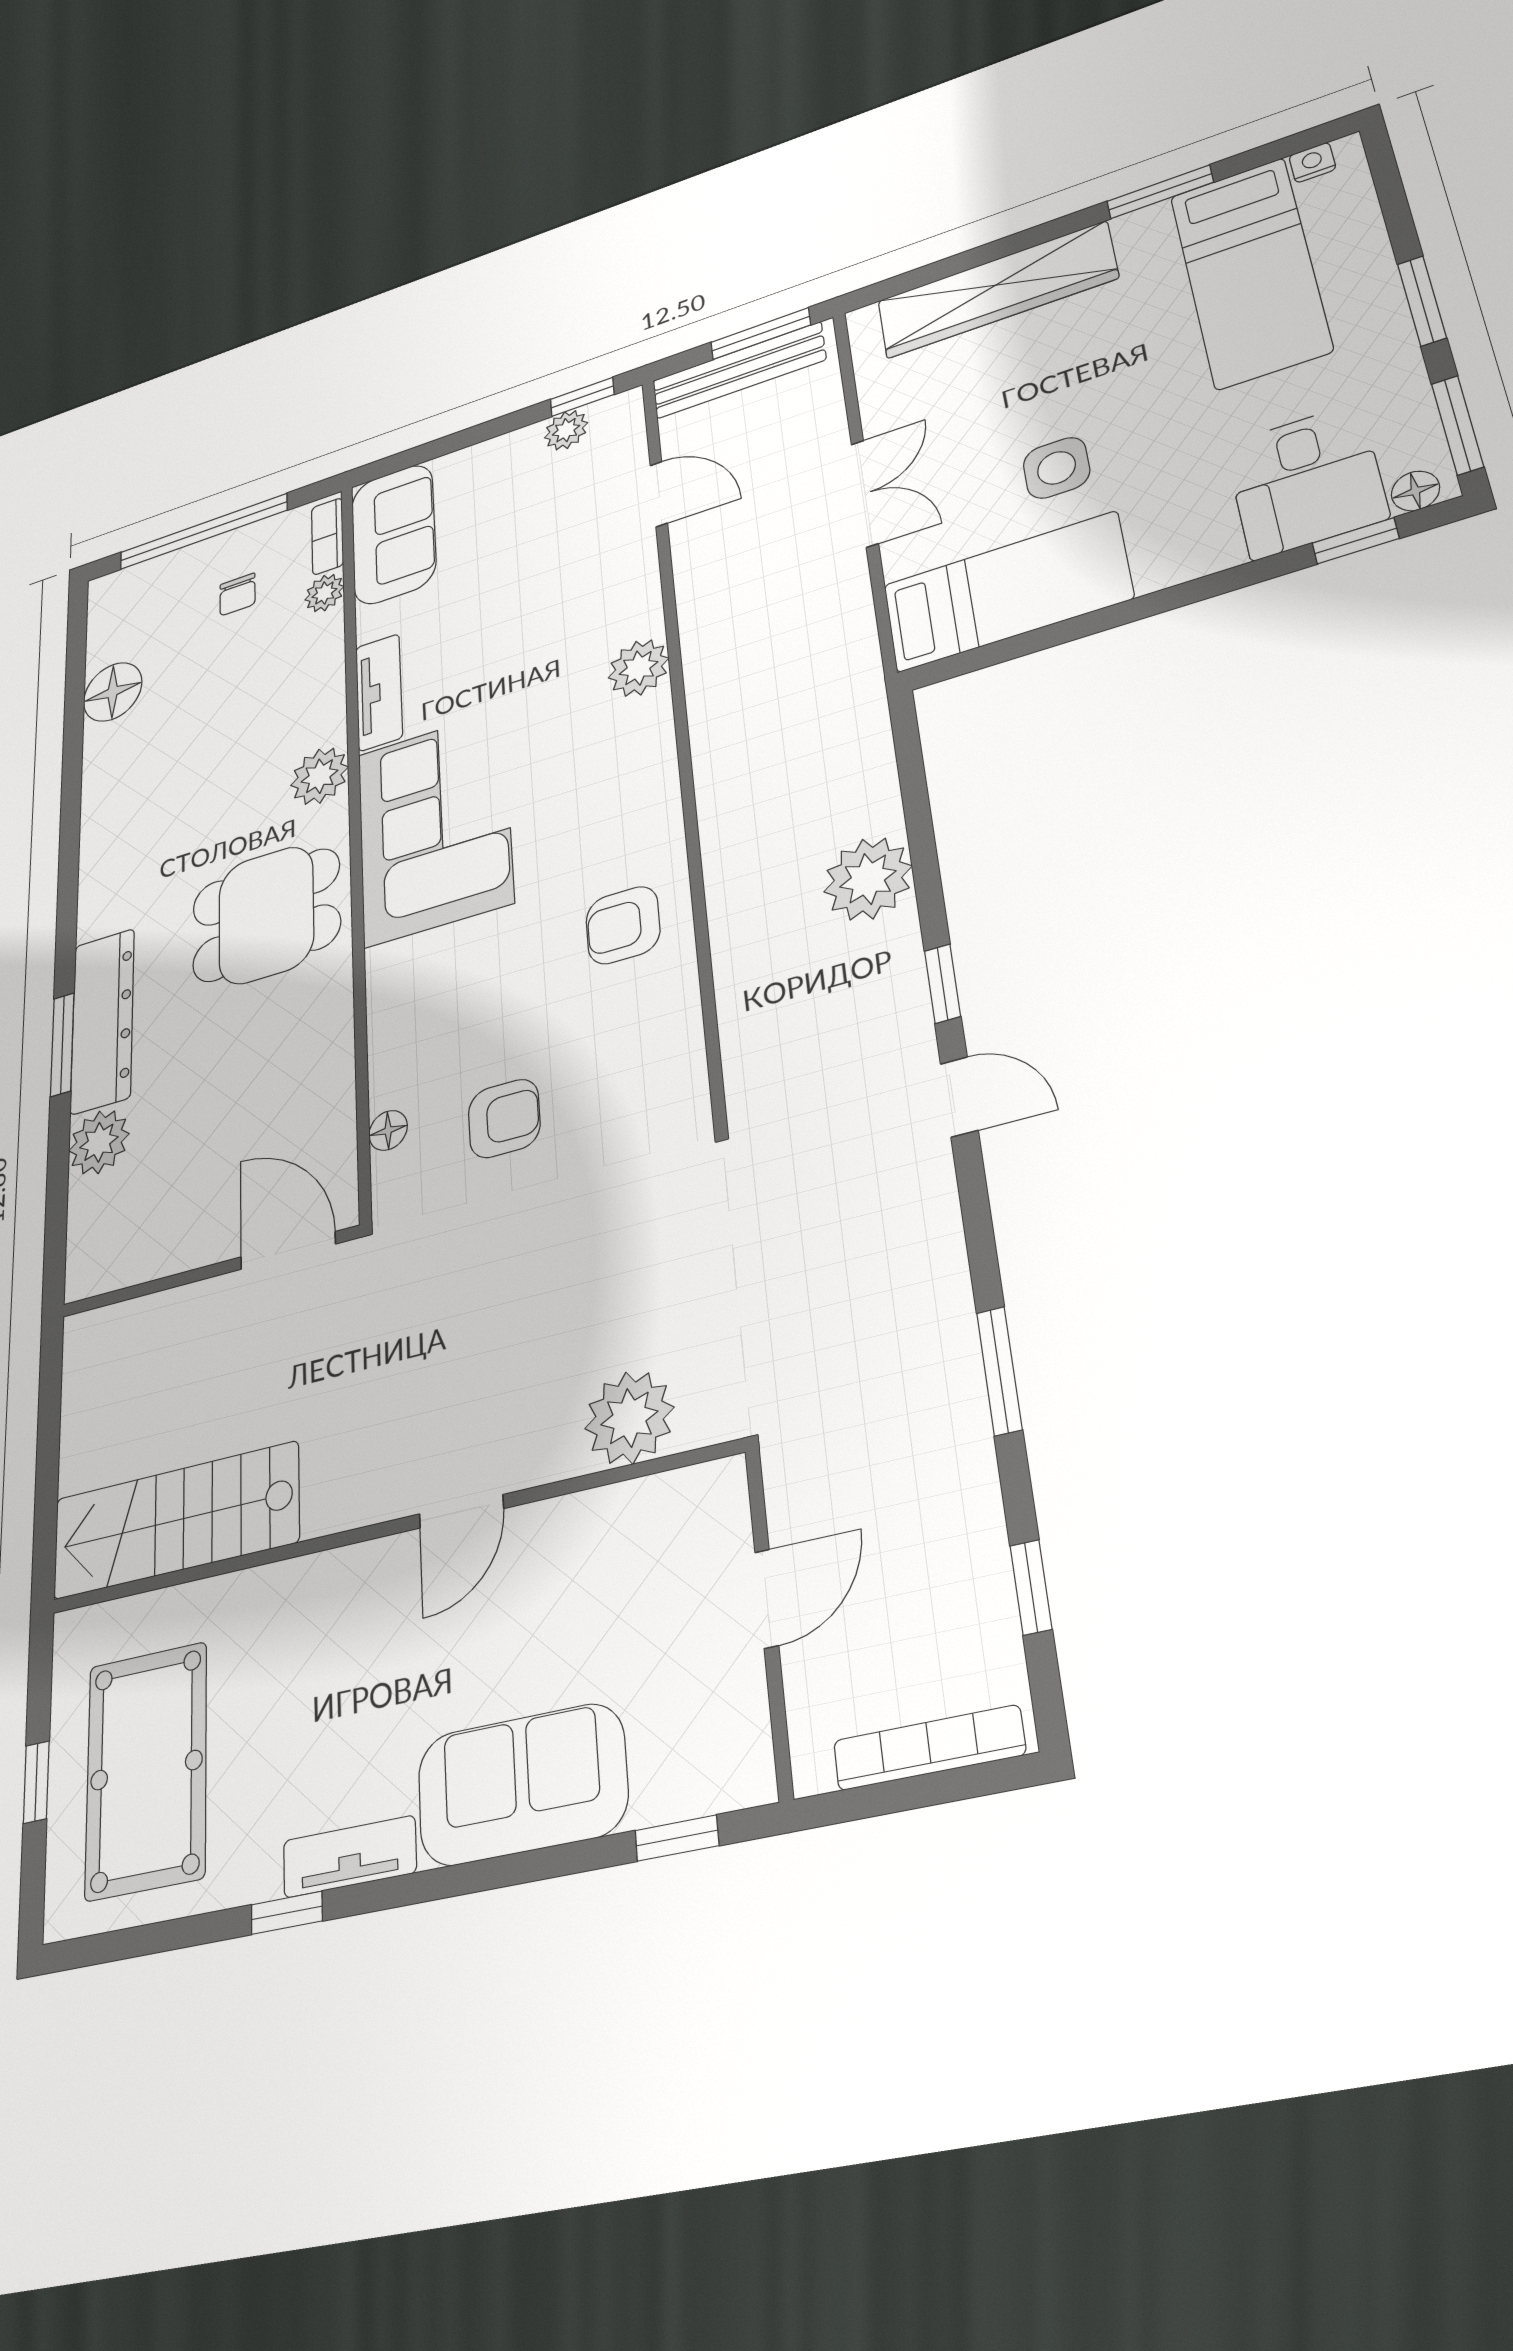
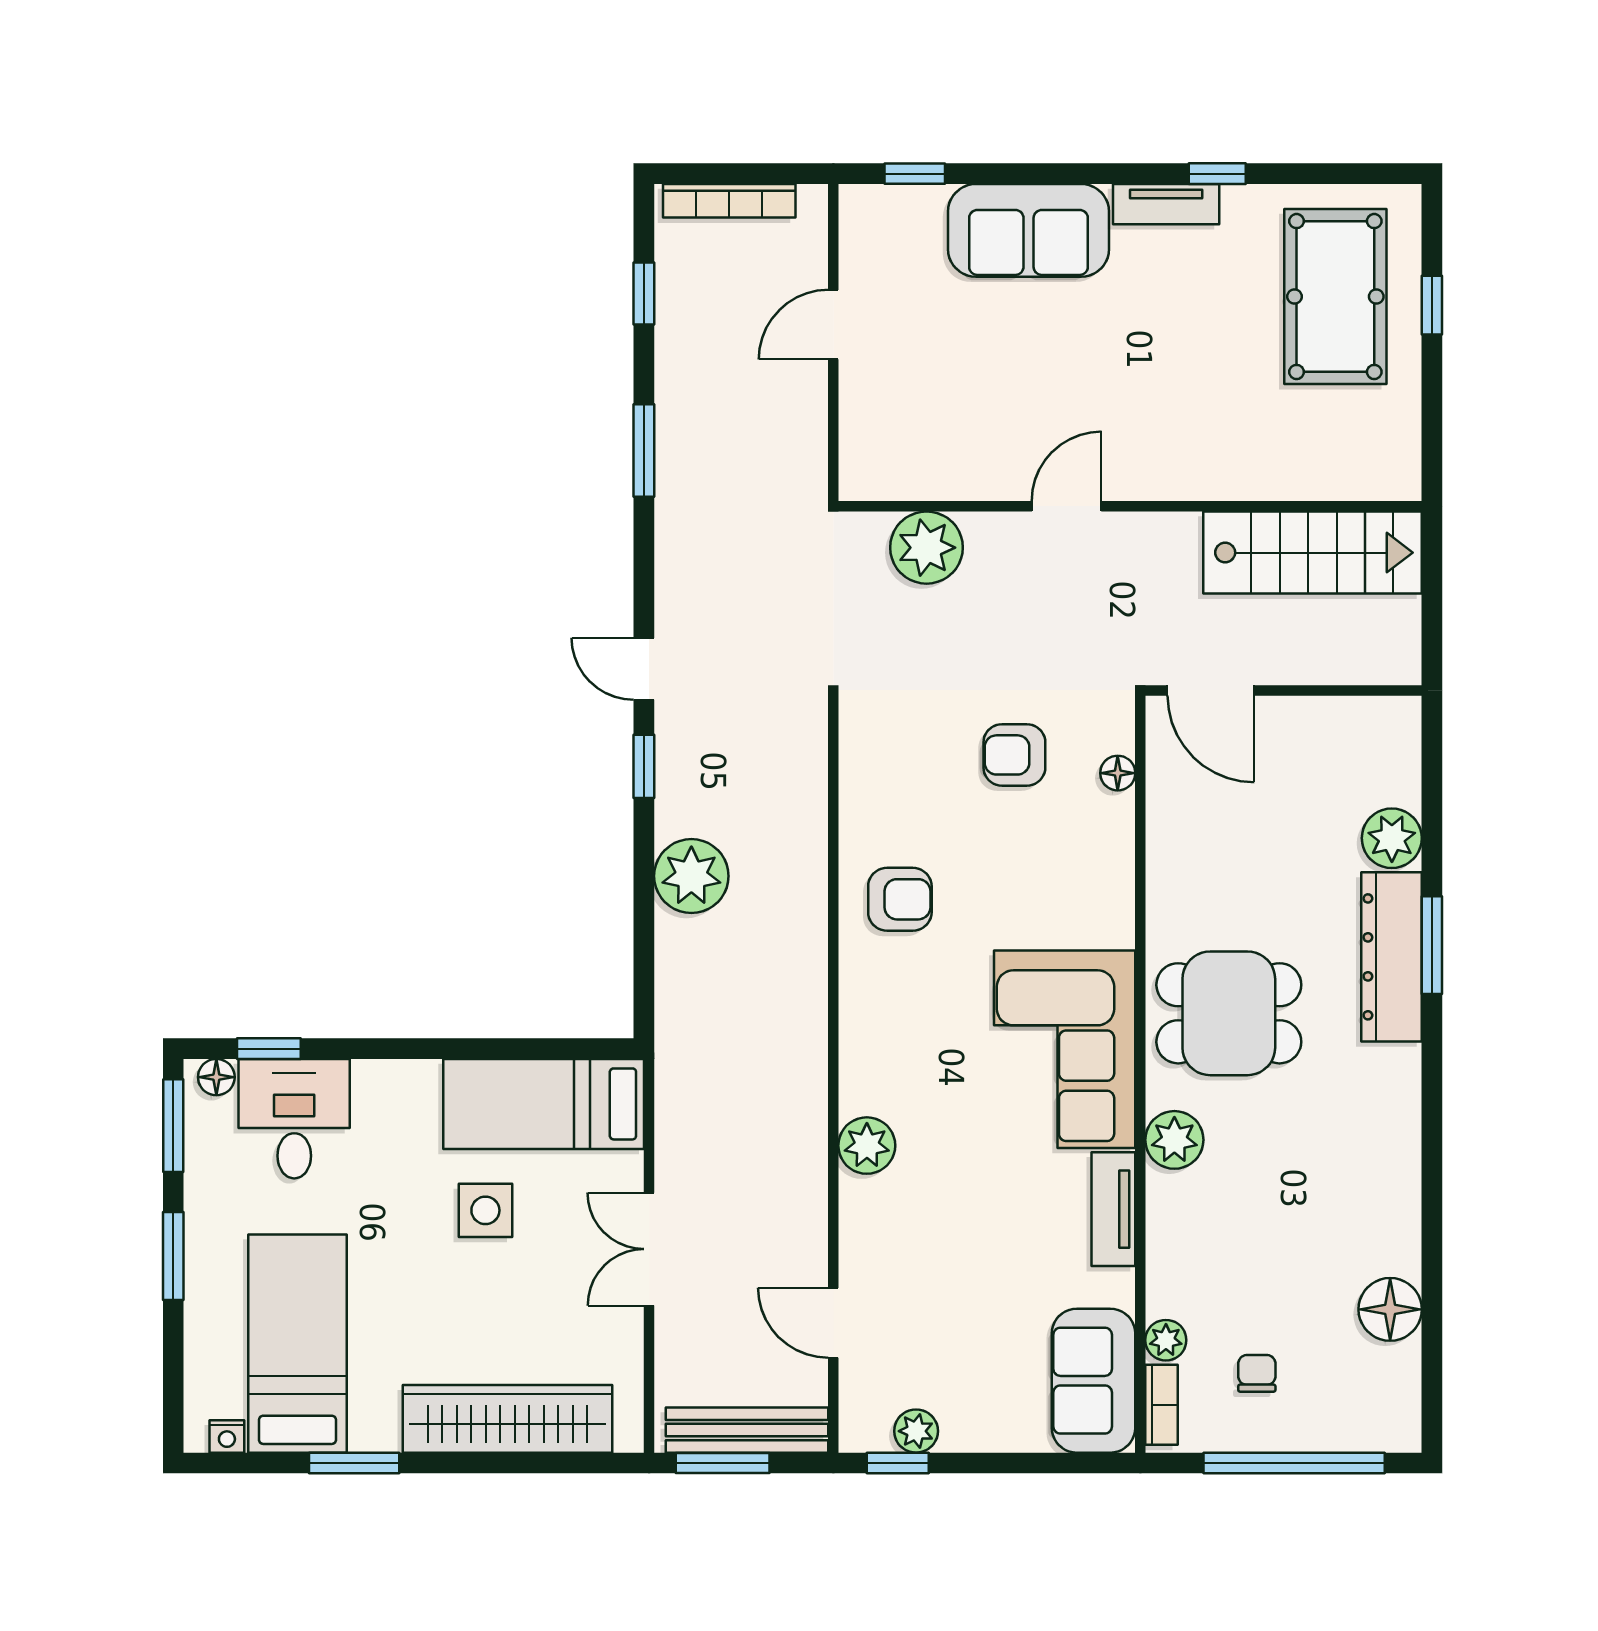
plant: (629, 1418) -> (927, 548), moved
door: (461, 1511) -> (1067, 506), moved
stairs: (176, 1520) -> (1313, 553), moved
wall: (386, 1529) -> (1130, 506), moved

